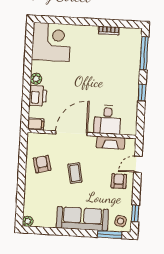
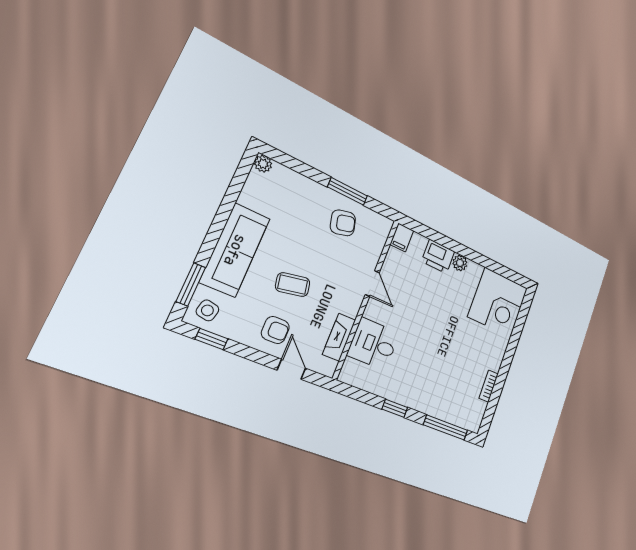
door: (71, 133) -> (372, 284), width x0.53
window: (22, 168) -> (348, 191), added
coffee table: (75, 173) -> (293, 285), moved

